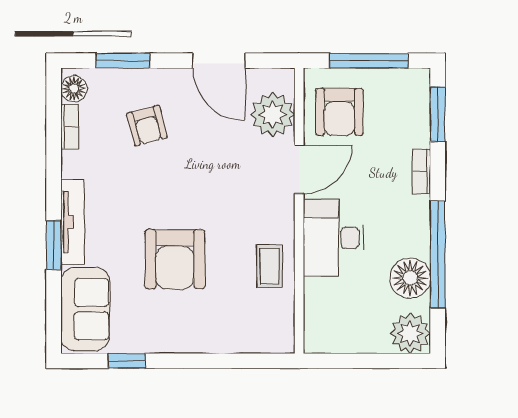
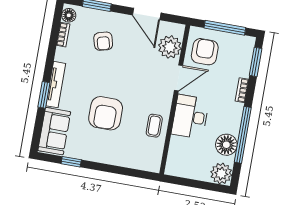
armchair: (339, 112) -> (205, 52), turned 180

